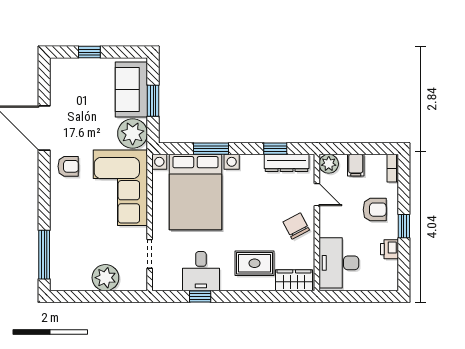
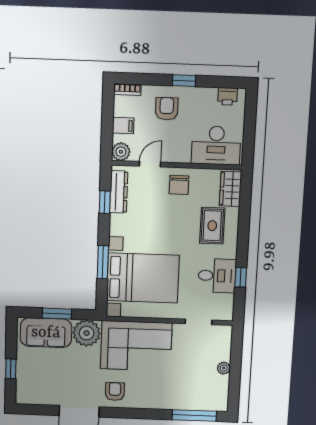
chair: (296, 226) -> (179, 185), turned -62
printer: (389, 249) -> (228, 96), moved
plant: (105, 278) -> (224, 368), width x0.53, depth x0.53

